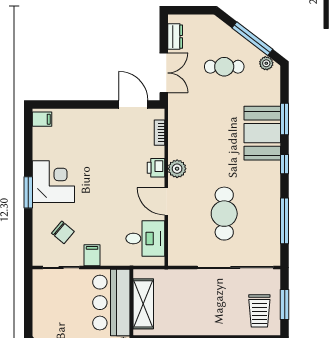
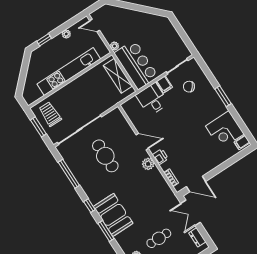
corner desk: (53, 182) -> (225, 130), moved
desk: (145, 238) -> (152, 99), moved, turned 90

